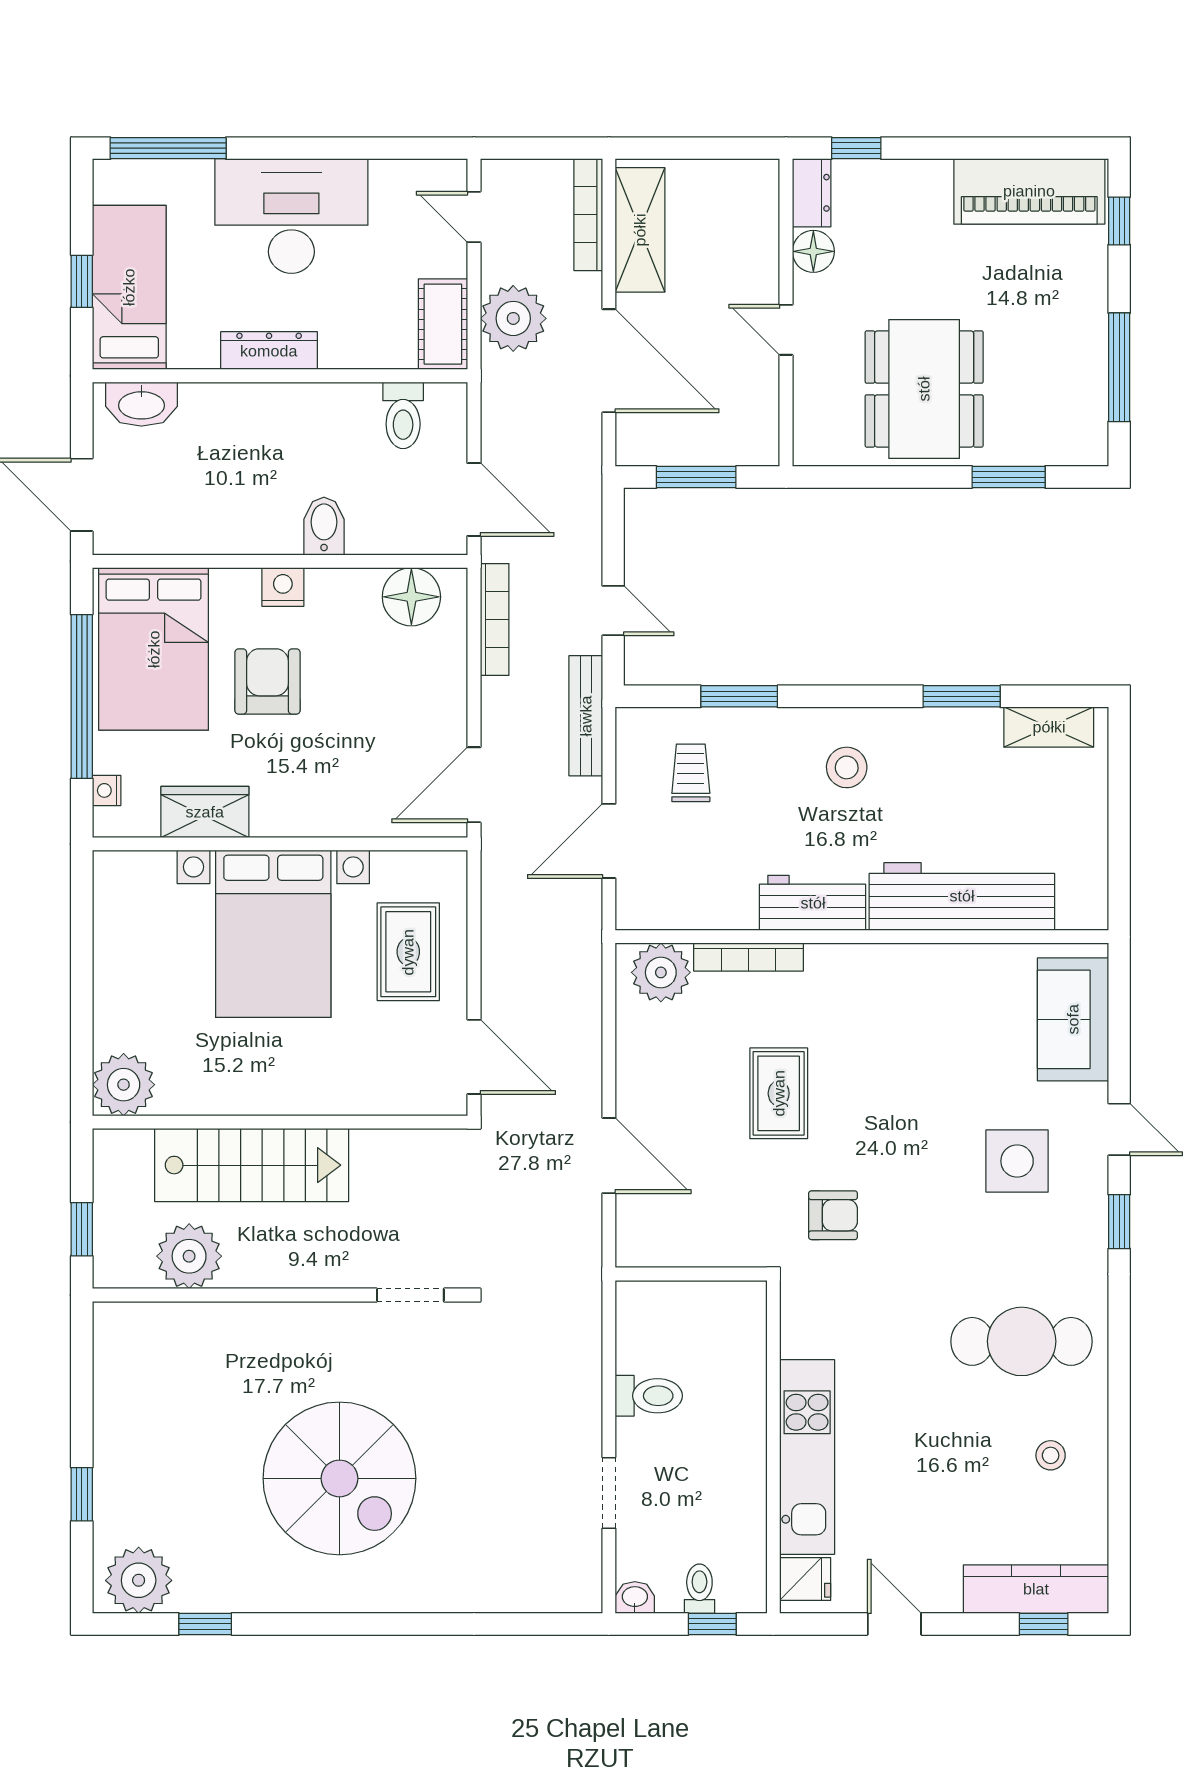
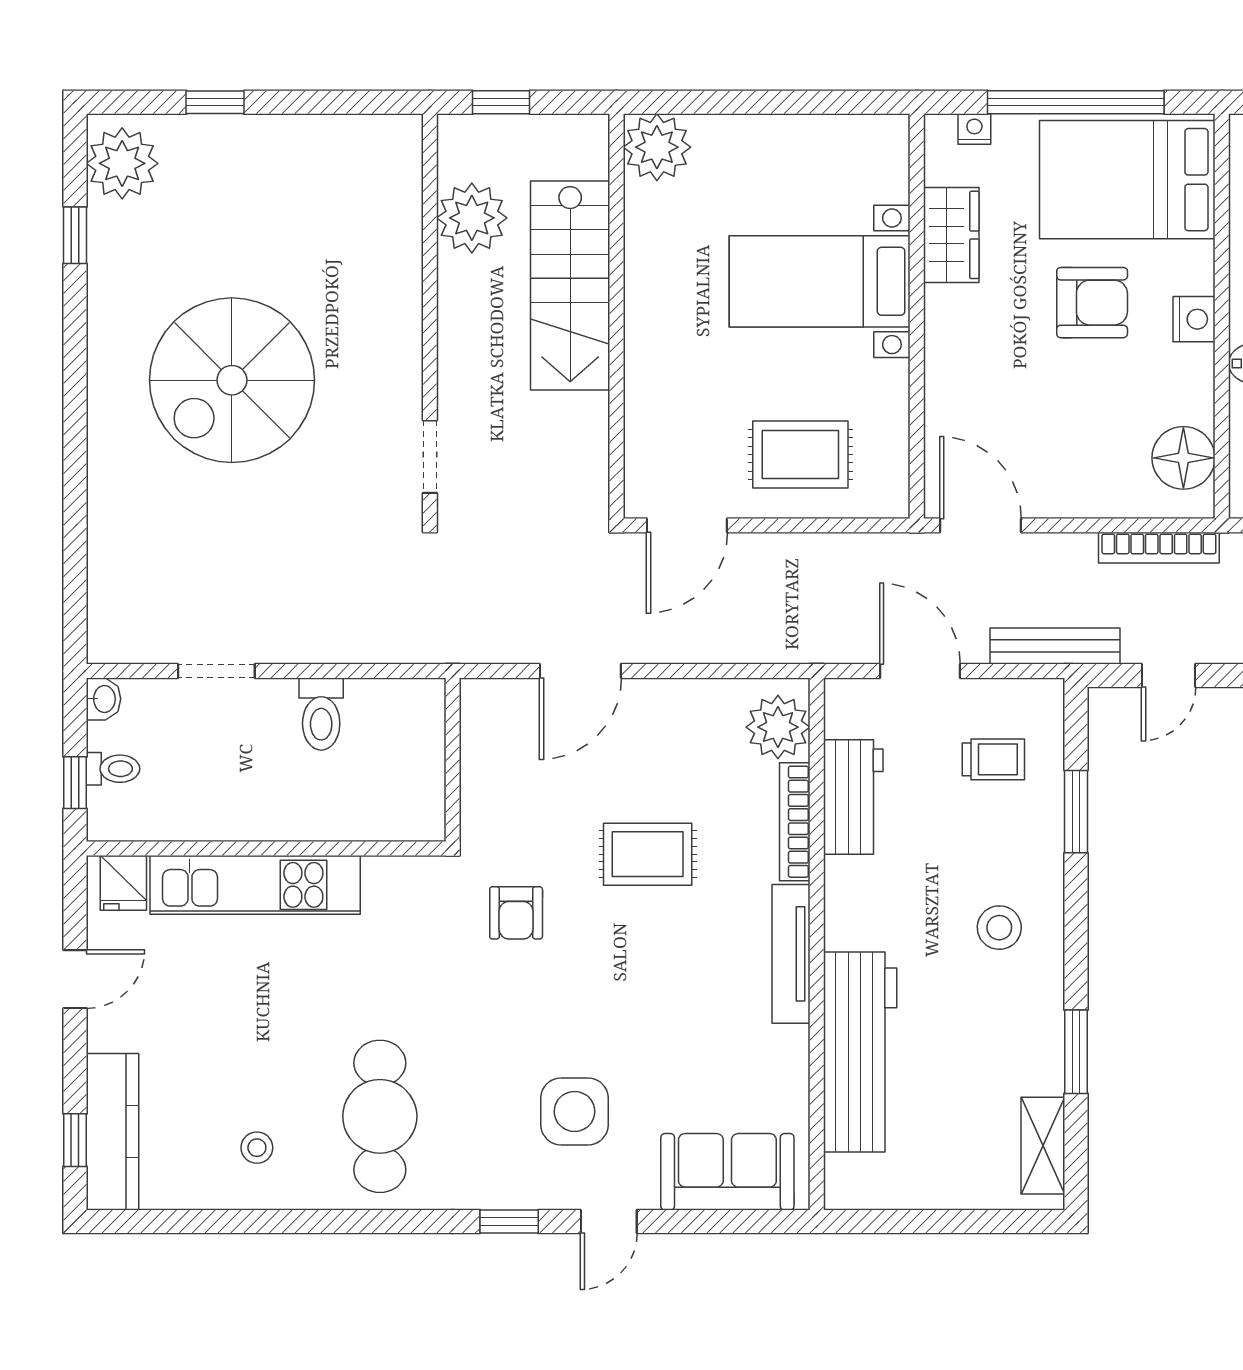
workbench: (813, 903) -> (853, 797), moved
bed with nightstands: (273, 934) -> (820, 281), width x0.73
tv unit: (871, 960) -> (791, 954), added

